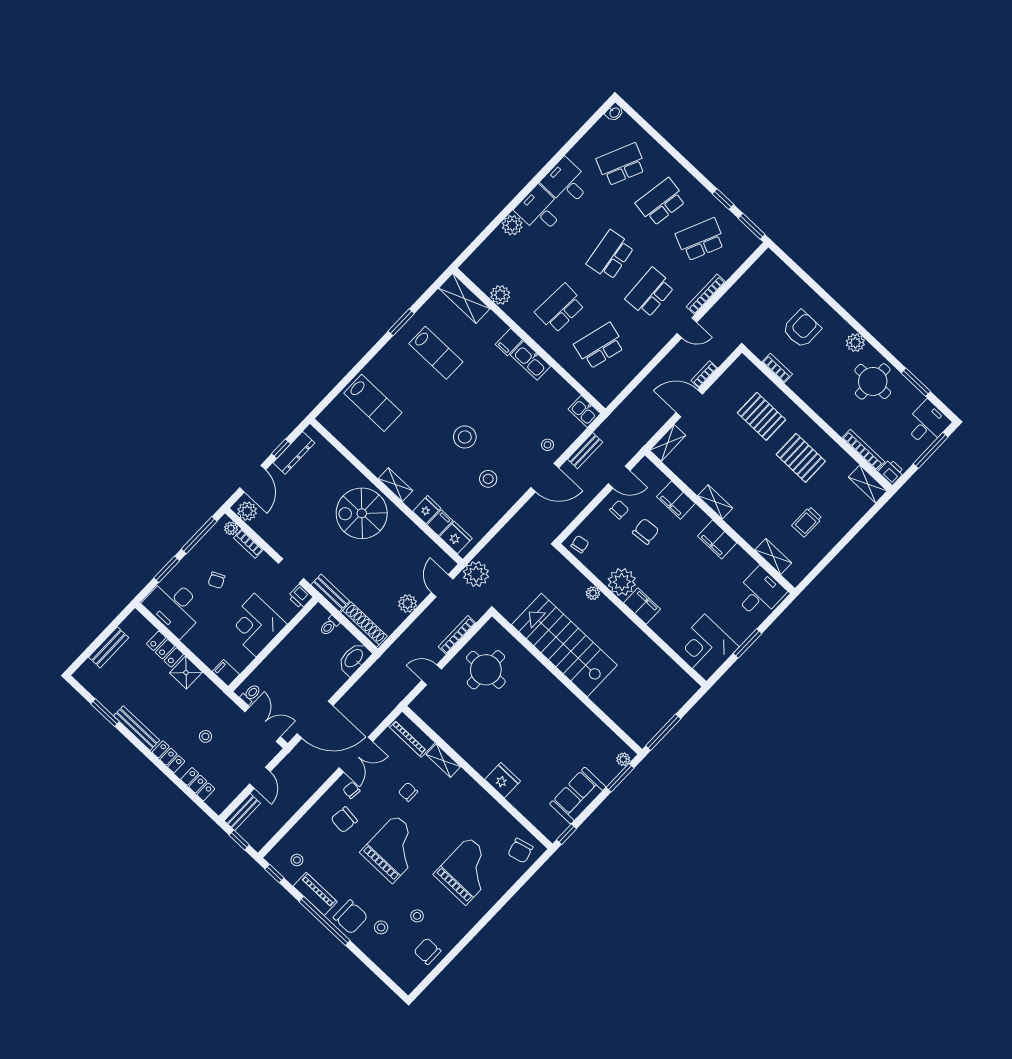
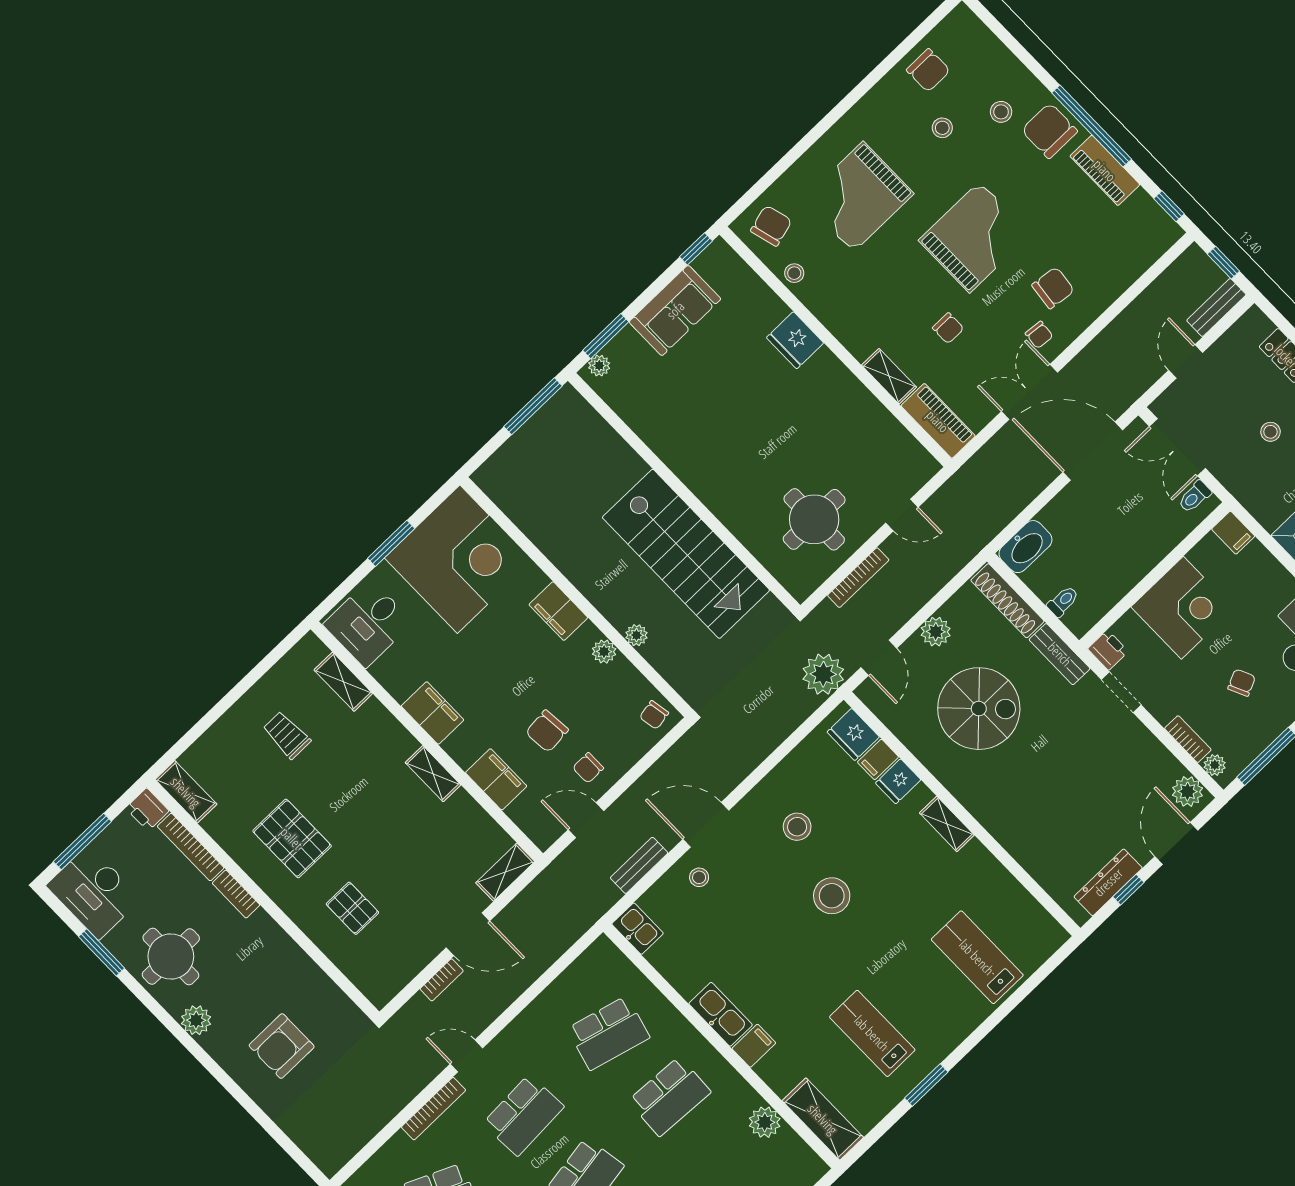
bookcase: (777, 368) -> (236, 894), moved
pallet: (761, 416) -> (352, 908), width x0.67, depth x0.71
desk: (927, 424) -> (94, 892), width x1.37
spiral stairs: (362, 513) -> (979, 709), moved
trolley: (807, 522) -> (287, 735), turned -90
plant: (622, 582) -> (604, 652), width x0.53, depth x0.53
corner desk: (705, 648) -> (459, 559), width x1.36, depth x1.36
grand piano: (394, 849) -> (975, 237), turned 180
stool: (297, 860) -> (794, 273), moved

